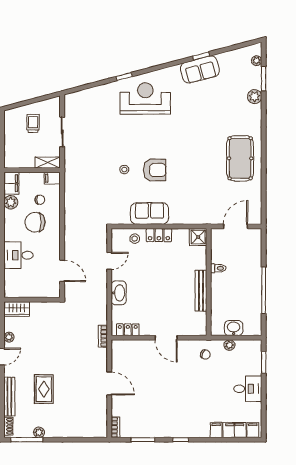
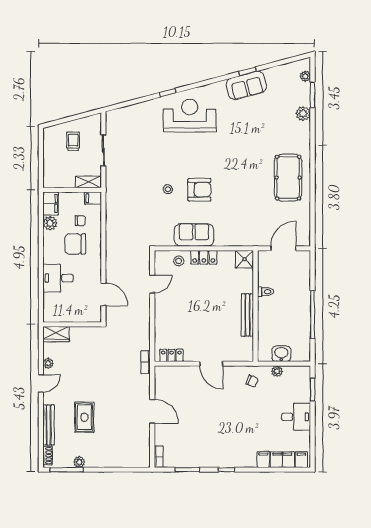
washbasin: (119, 293) -> (162, 317), removed

